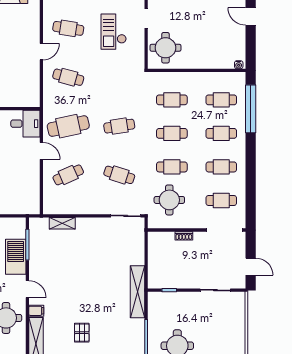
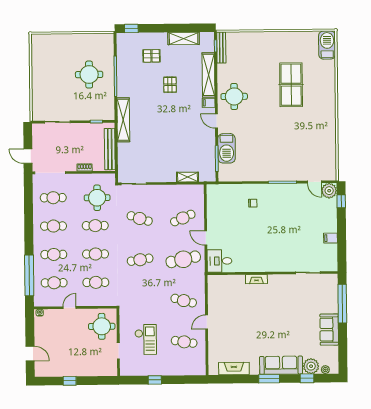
door: (203, 70) -> (70, 308), added
bench: (154, 257) -> (110, 149), added
door: (251, 267) -> (28, 156), moved

